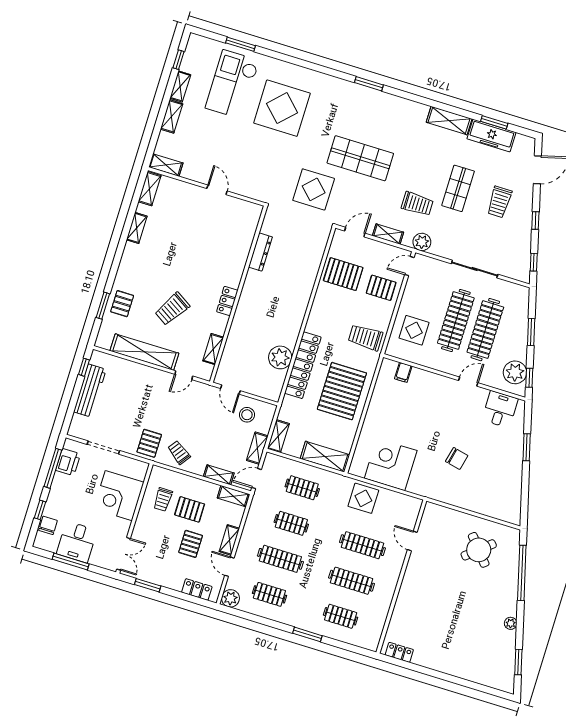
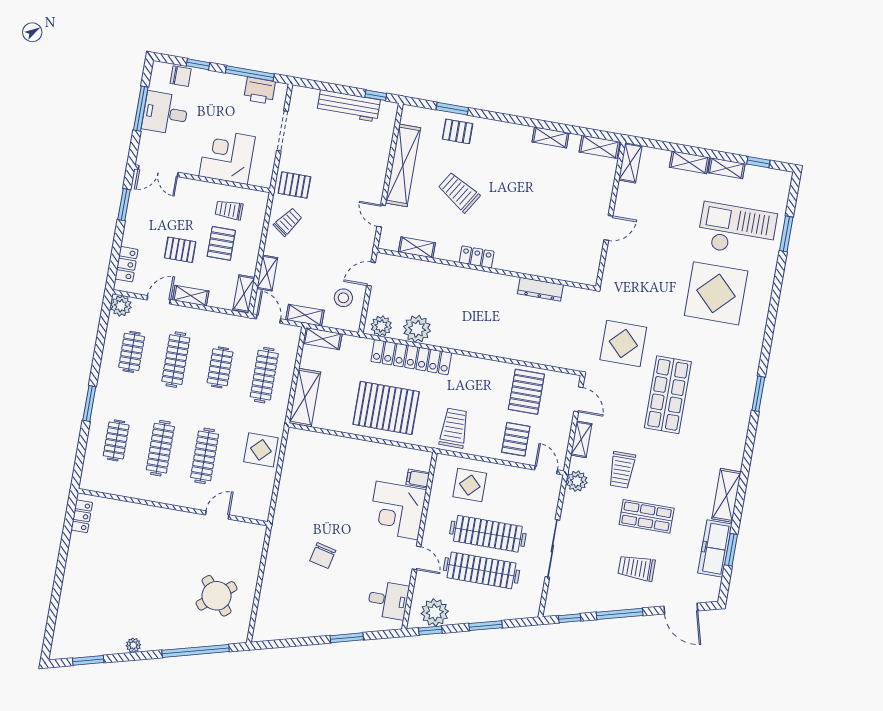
window: (535, 221) -> (620, 614), width x2.17
plant: (274, 387) -> (381, 326), added
corner desk: (391, 464) -> (397, 510), moved, turned 180
clothes rail: (302, 488) -> (264, 375), width x1.36

